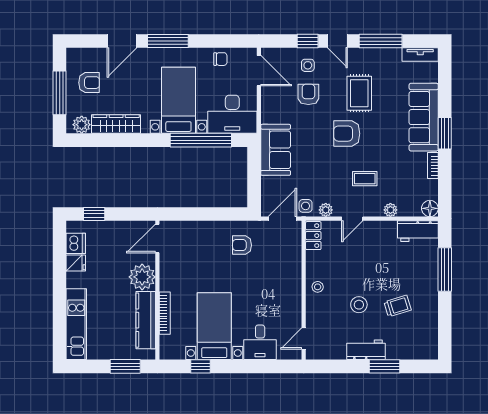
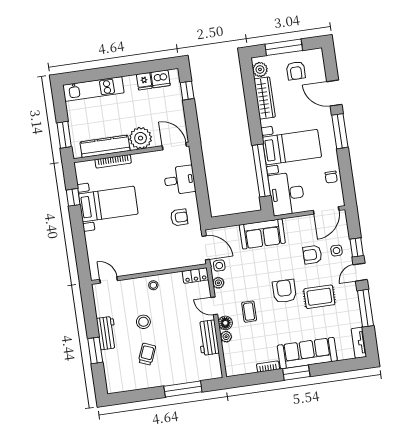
armchair: (308, 94) -> (312, 255), turned 180
floor lamp: (430, 208) -> (225, 323), moved
workbench: (418, 231) -> (208, 338), moved
armchair: (242, 245) -> (179, 217), turned 90
trolley: (398, 306) -> (147, 354), turned -141
desk: (260, 342) -> (180, 180), moved, turned 180

